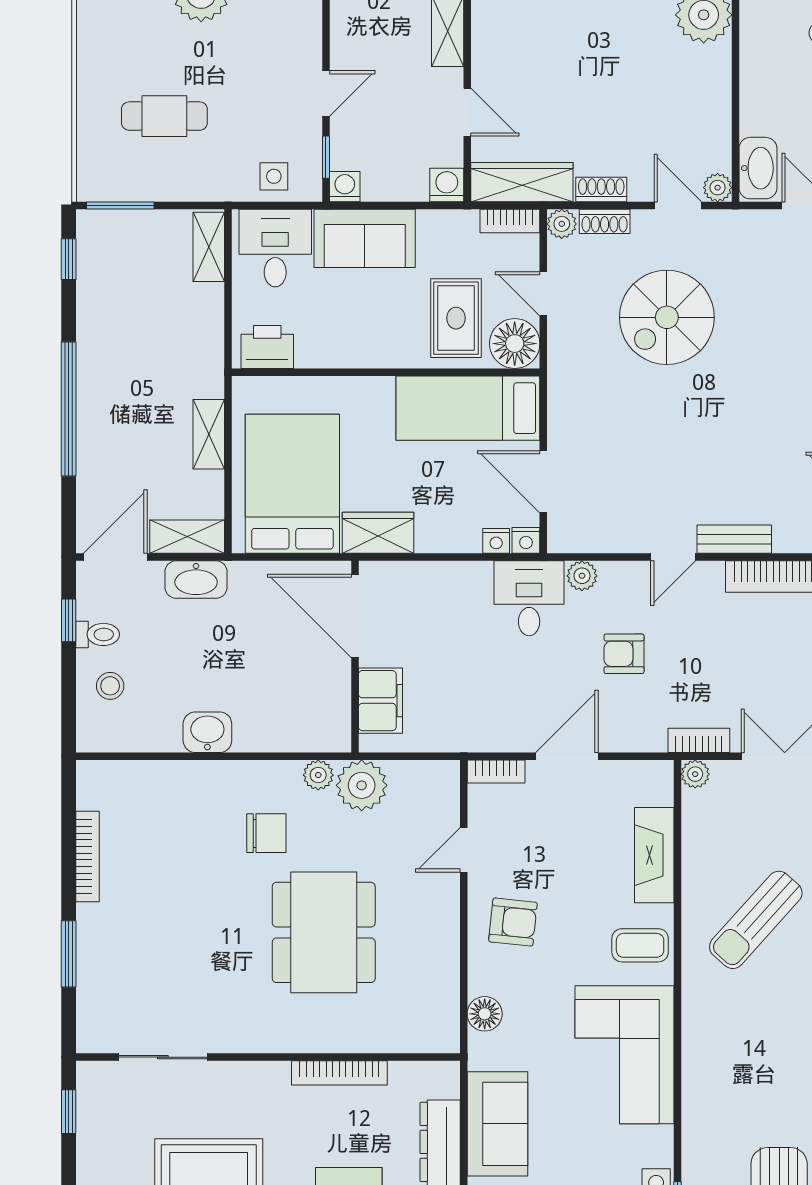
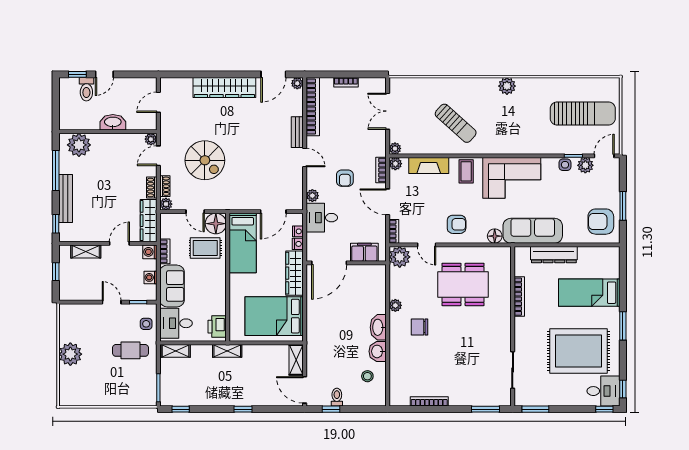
cafe table: (164, 116) -> (130, 350), moved, turned 90
washbasin: (758, 168) -> (113, 122), moved
washing machine: (345, 187) -> (150, 277), moved
bookcase: (510, 221) -> (165, 251), moved
door: (543, 294) -> (195, 212), hinge flipped
window: (69, 409) -> (243, 409), width x0.32
shelving: (209, 434) -> (227, 351), moved
wardrobe: (378, 533) -> (294, 273), width x1.50
nightstand: (526, 540) -> (298, 244), moved
washbasin: (196, 580) -> (378, 327), moved, turned 180
door: (355, 616) -> (329, 263), moved
wall: (355, 657) -> (346, 263), moved
stool: (110, 686) -> (367, 376), moved
filing cabinet: (380, 701) -> (364, 252), moved
bookcase: (699, 740) -> (381, 170), moved
plant: (659, 775) -> (395, 164), added
plant: (362, 785) -> (400, 257), moved
chair: (266, 833) -> (420, 327), turned -90
armchair: (513, 922) -> (457, 224), turned 84
dining table: (324, 932) -> (463, 284), moved
window: (69, 954) -> (486, 409), moved
window: (69, 1112) -> (535, 409), width x1.50
sofa: (497, 1124) -> (533, 231), width x1.36

